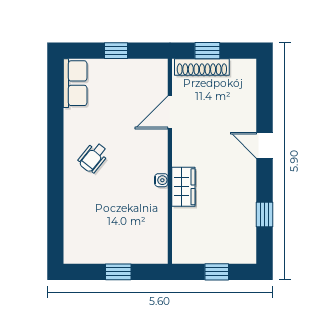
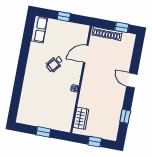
window: (207, 51) -> (122, 27), moved
wheelchair: (93, 157) -> (54, 64), moved
wardrobe: (183, 187) -> (81, 118), moved

